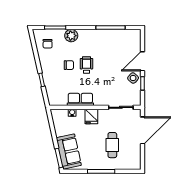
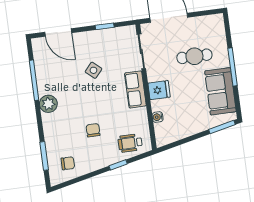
plant: (71, 36) -> (48, 104), moved
door: (142, 61) -> (58, 32), moved
wheelchair: (86, 65) -> (130, 143), moved
side table: (133, 78) -> (93, 70), moved
row of seats: (80, 99) -> (135, 89), moved
sofa: (69, 152) -> (220, 91), moved, turned -78

